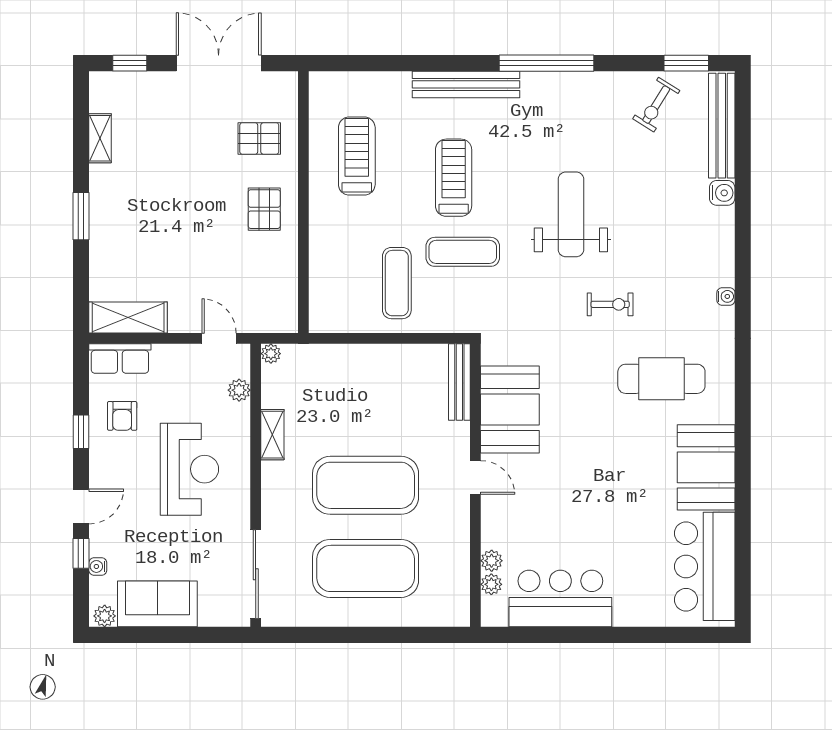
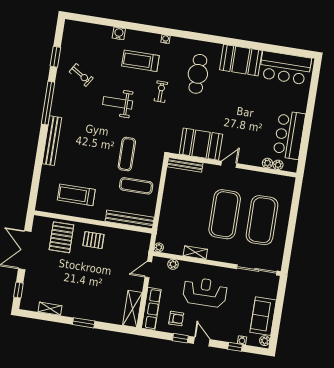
window: (686, 63) -> (55, 57), moved
exercise bike: (656, 105) -> (81, 75), moved
bench: (722, 126) -> (130, 219), moved
pallet: (259, 138) -> (61, 237), width x1.50, depth x1.42
treadmill: (454, 178) -> (140, 61), moved
weight bench: (571, 214) -> (118, 103), width x0.73, depth x0.75
row of seats: (120, 359) -> (151, 309), width x1.48
door: (81, 506) -> (202, 342), moved

